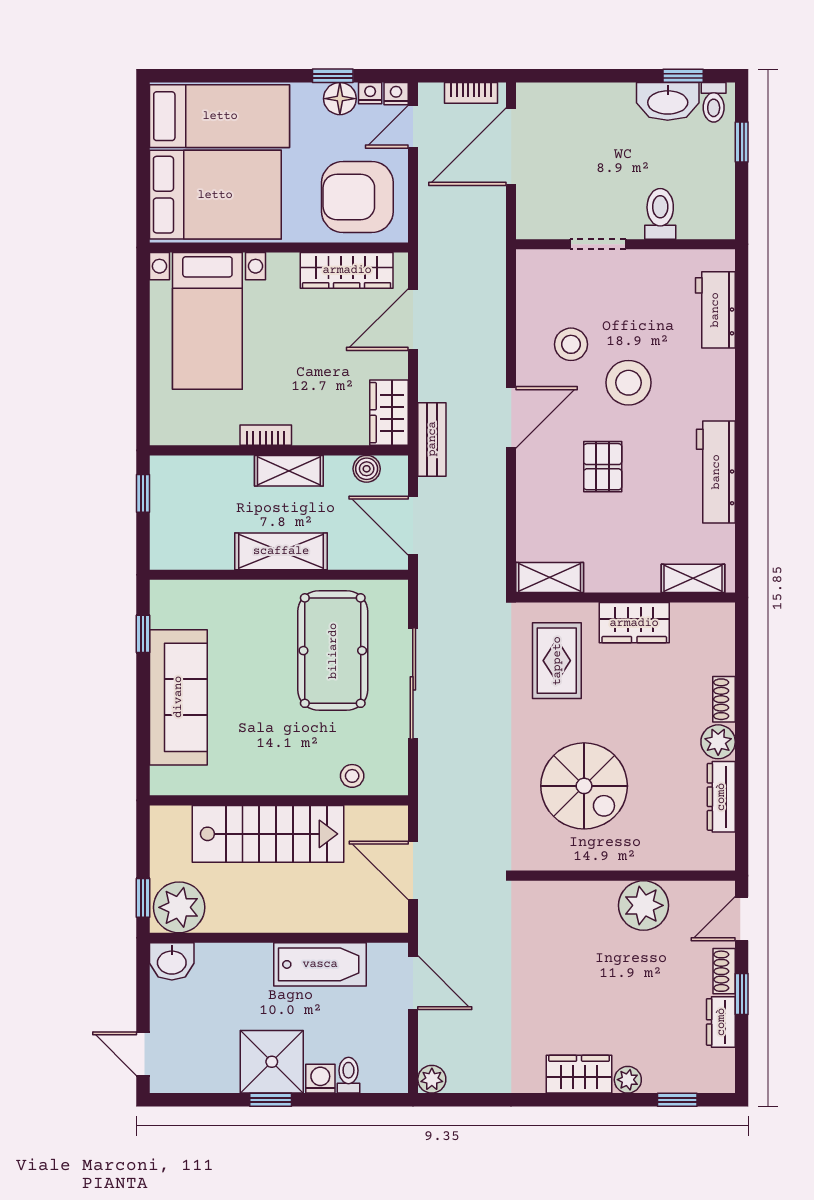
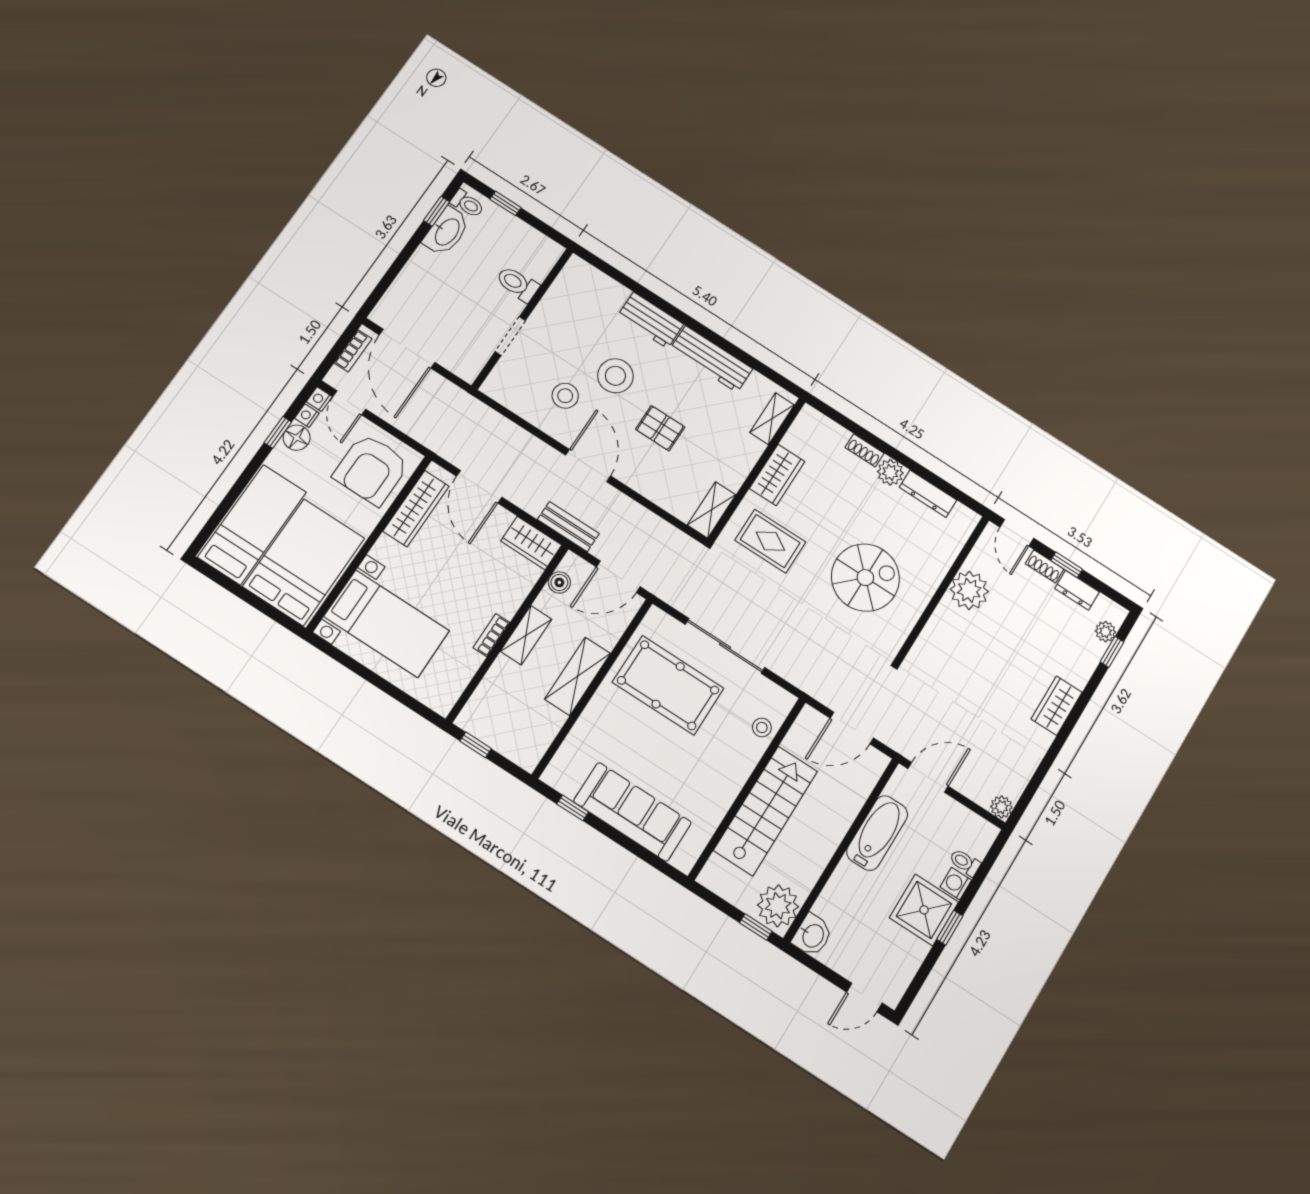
workbench: (715, 310) -> (650, 320), moved
plant: (628, 1080) -> (1106, 632), moved

